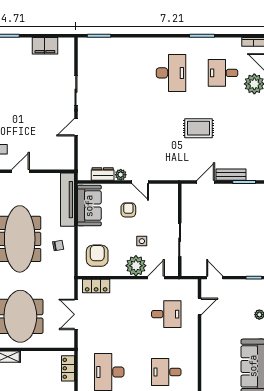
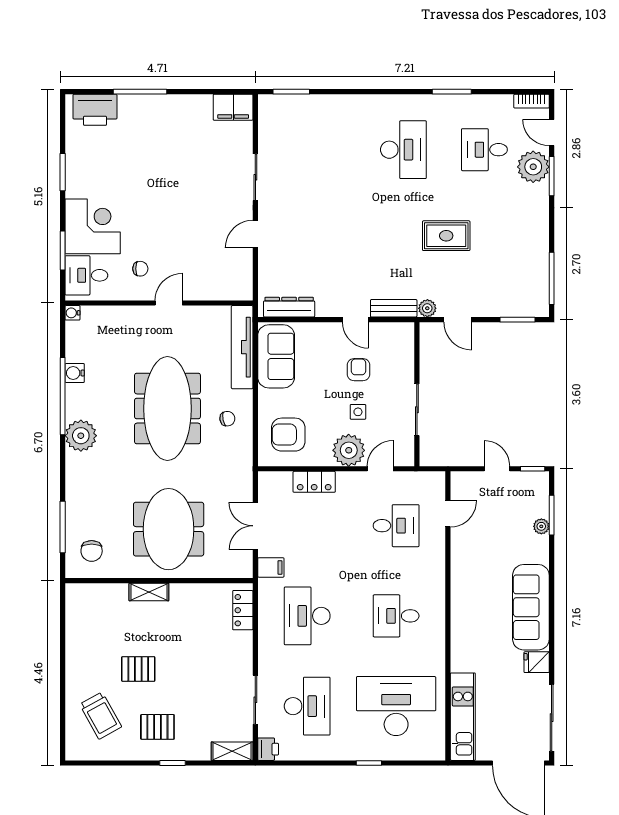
filing cabinet: (45, 46) -> (233, 107), moved
dresser: (103, 174) -> (289, 307), width x1.44
plant: (121, 175) -> (427, 308), moved
bench: (231, 175) -> (394, 308), moved
door: (206, 182) -> (458, 320), swing flipped
armchair: (128, 210) -> (359, 370), moved
armchair: (97, 256) -> (288, 435), turned -90
door: (215, 278) -> (497, 469), moved
locker: (96, 286) -> (314, 482), moved
filing cabinet: (86, 341) -> (271, 567), added

